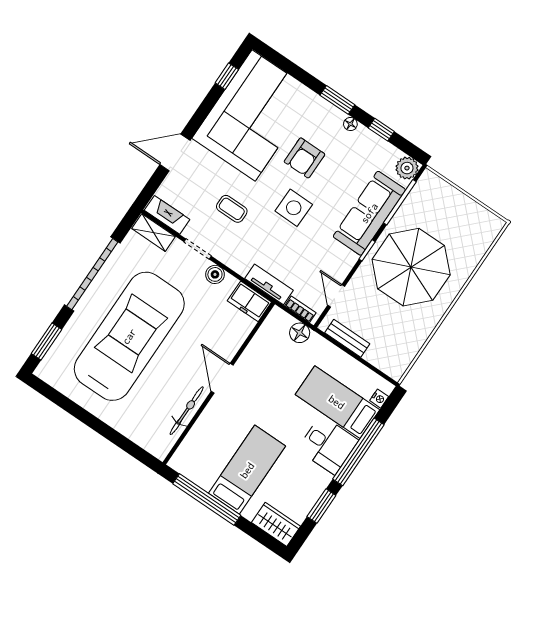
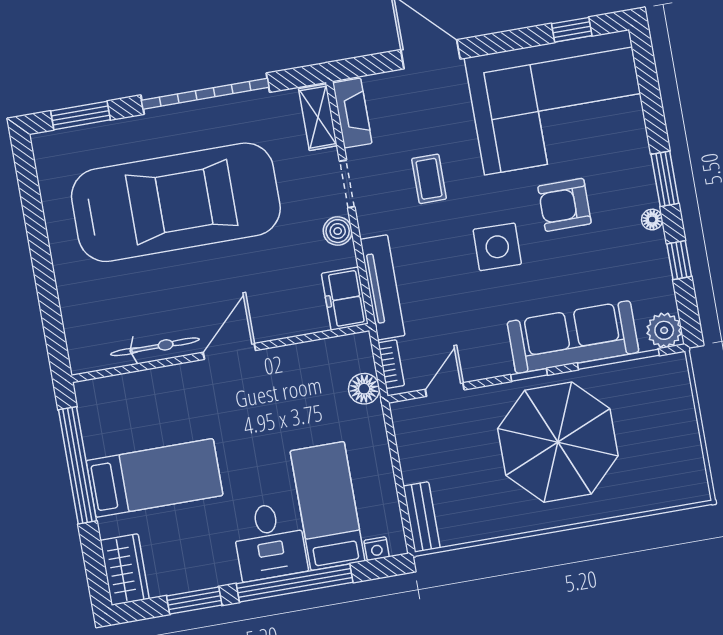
tv unit: (269, 284) -> (382, 287), width x1.41
bench: (347, 338) -> (422, 517), moved

